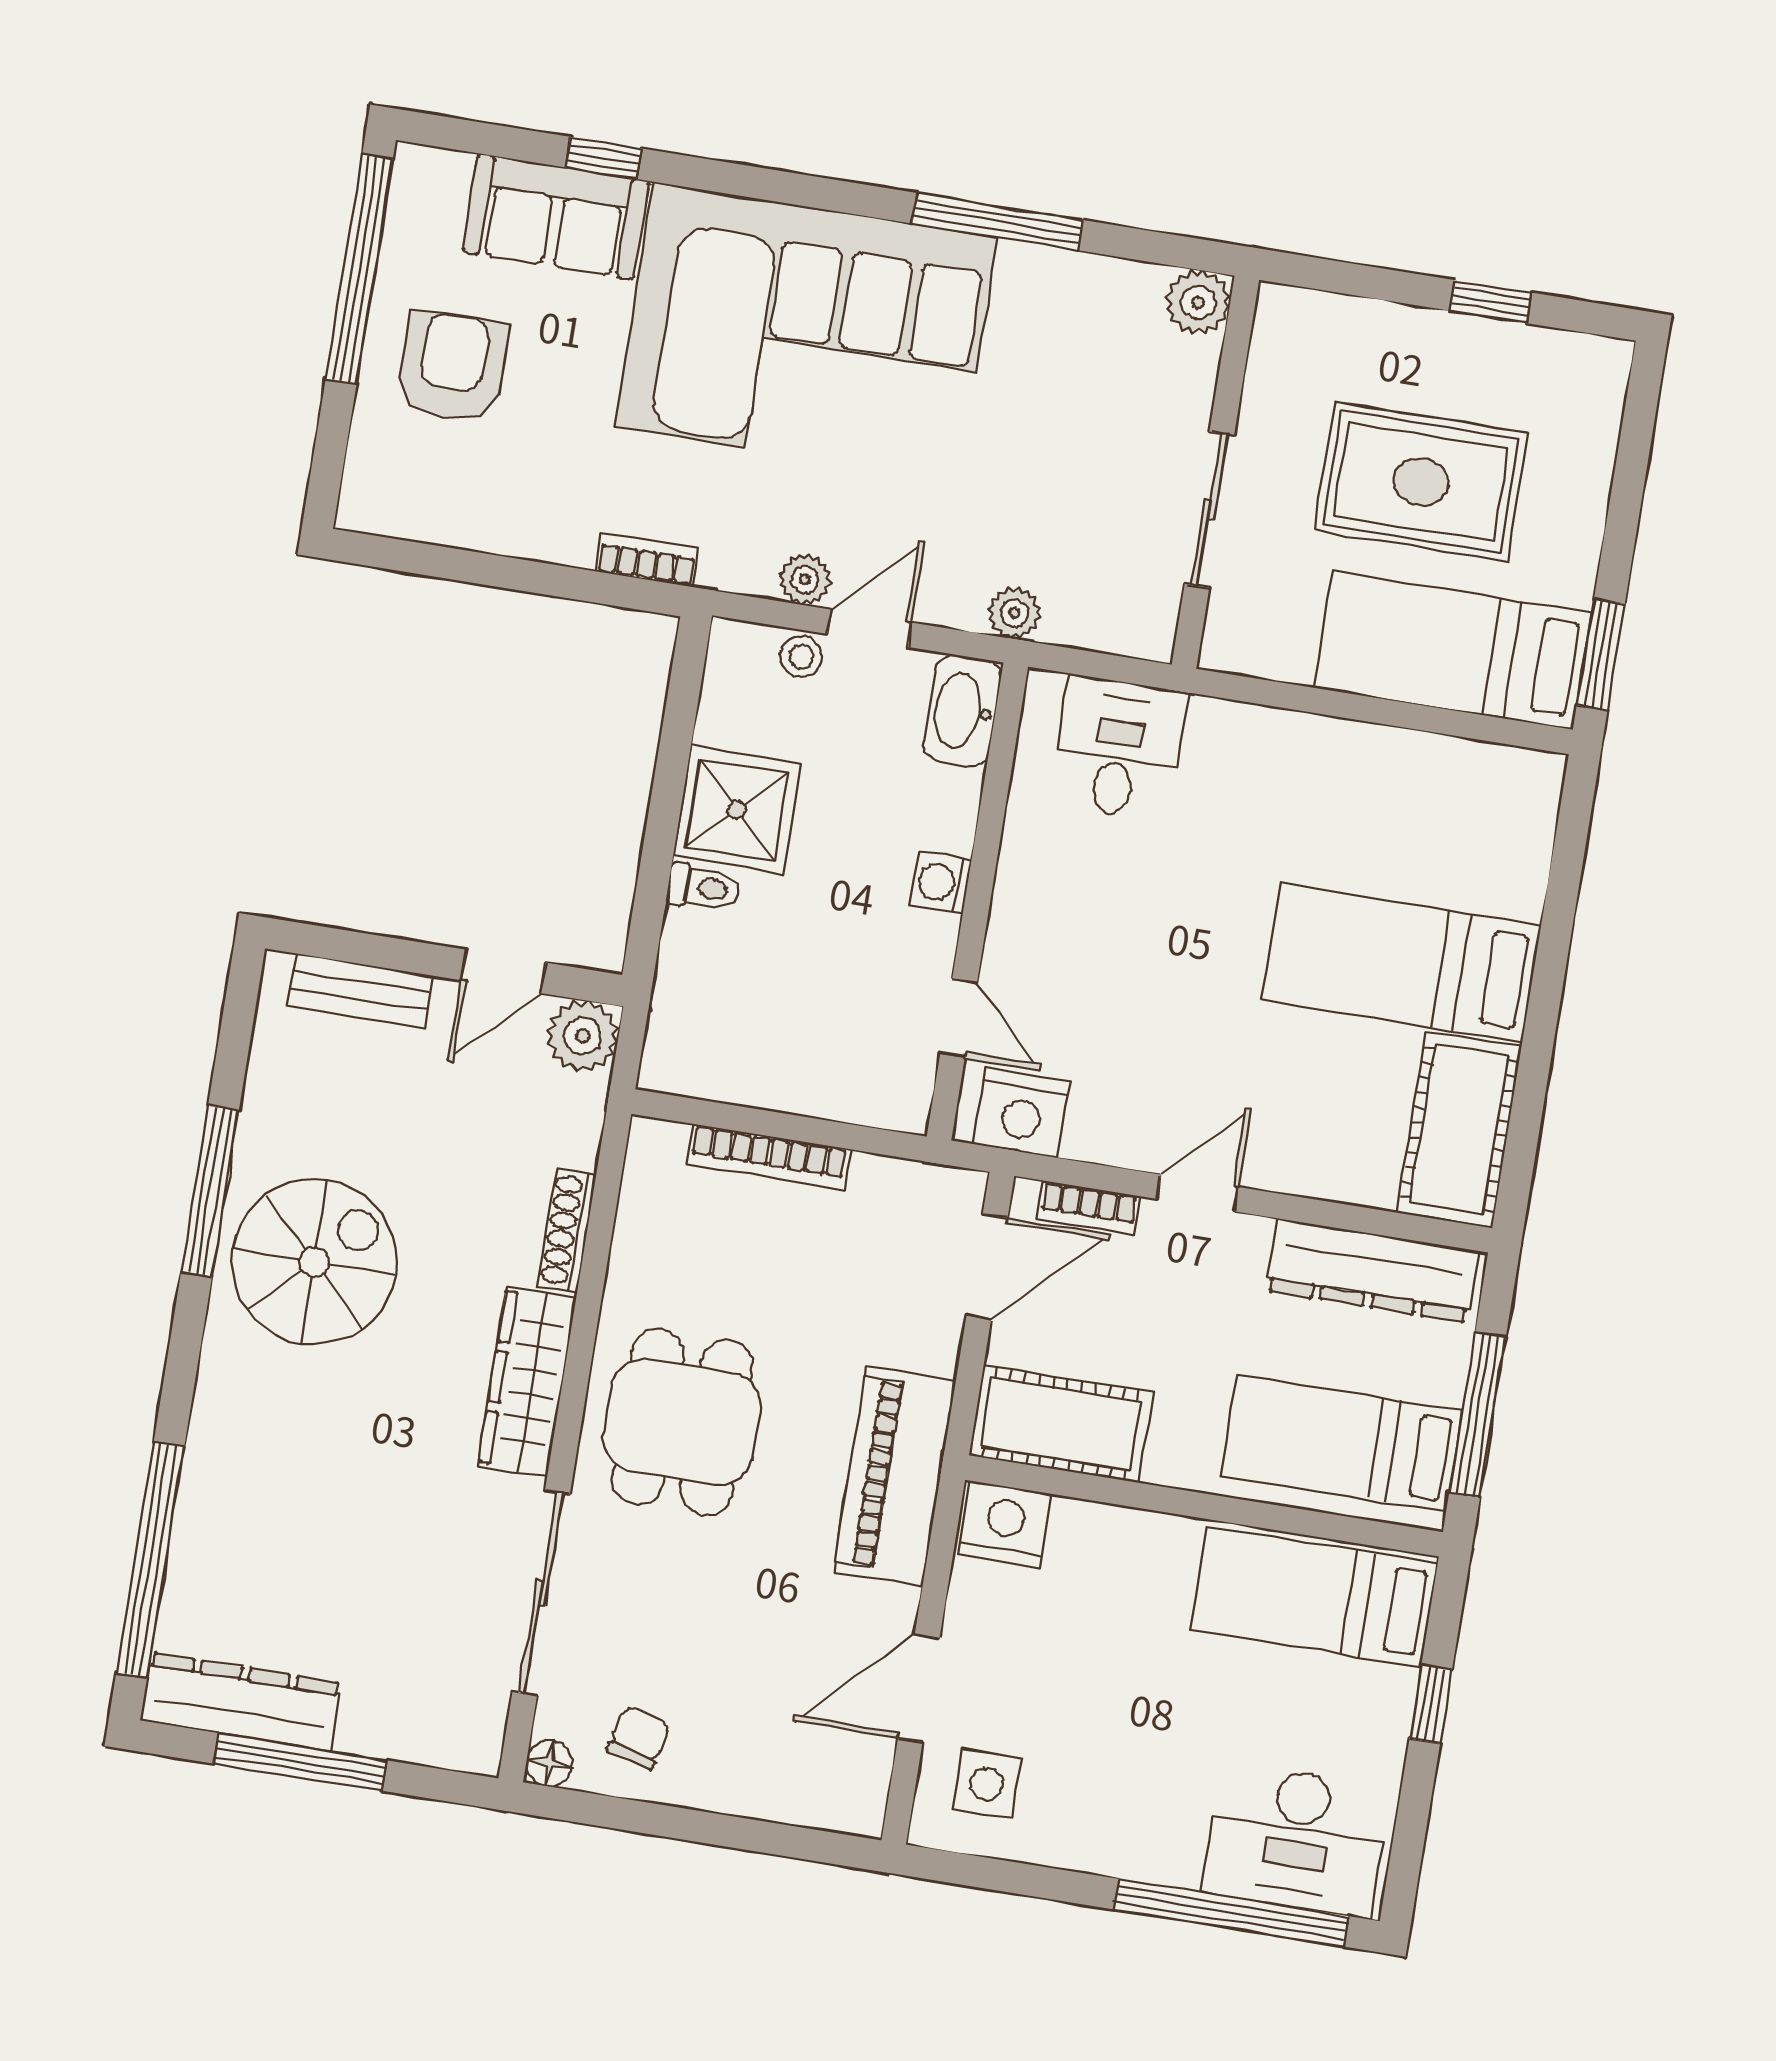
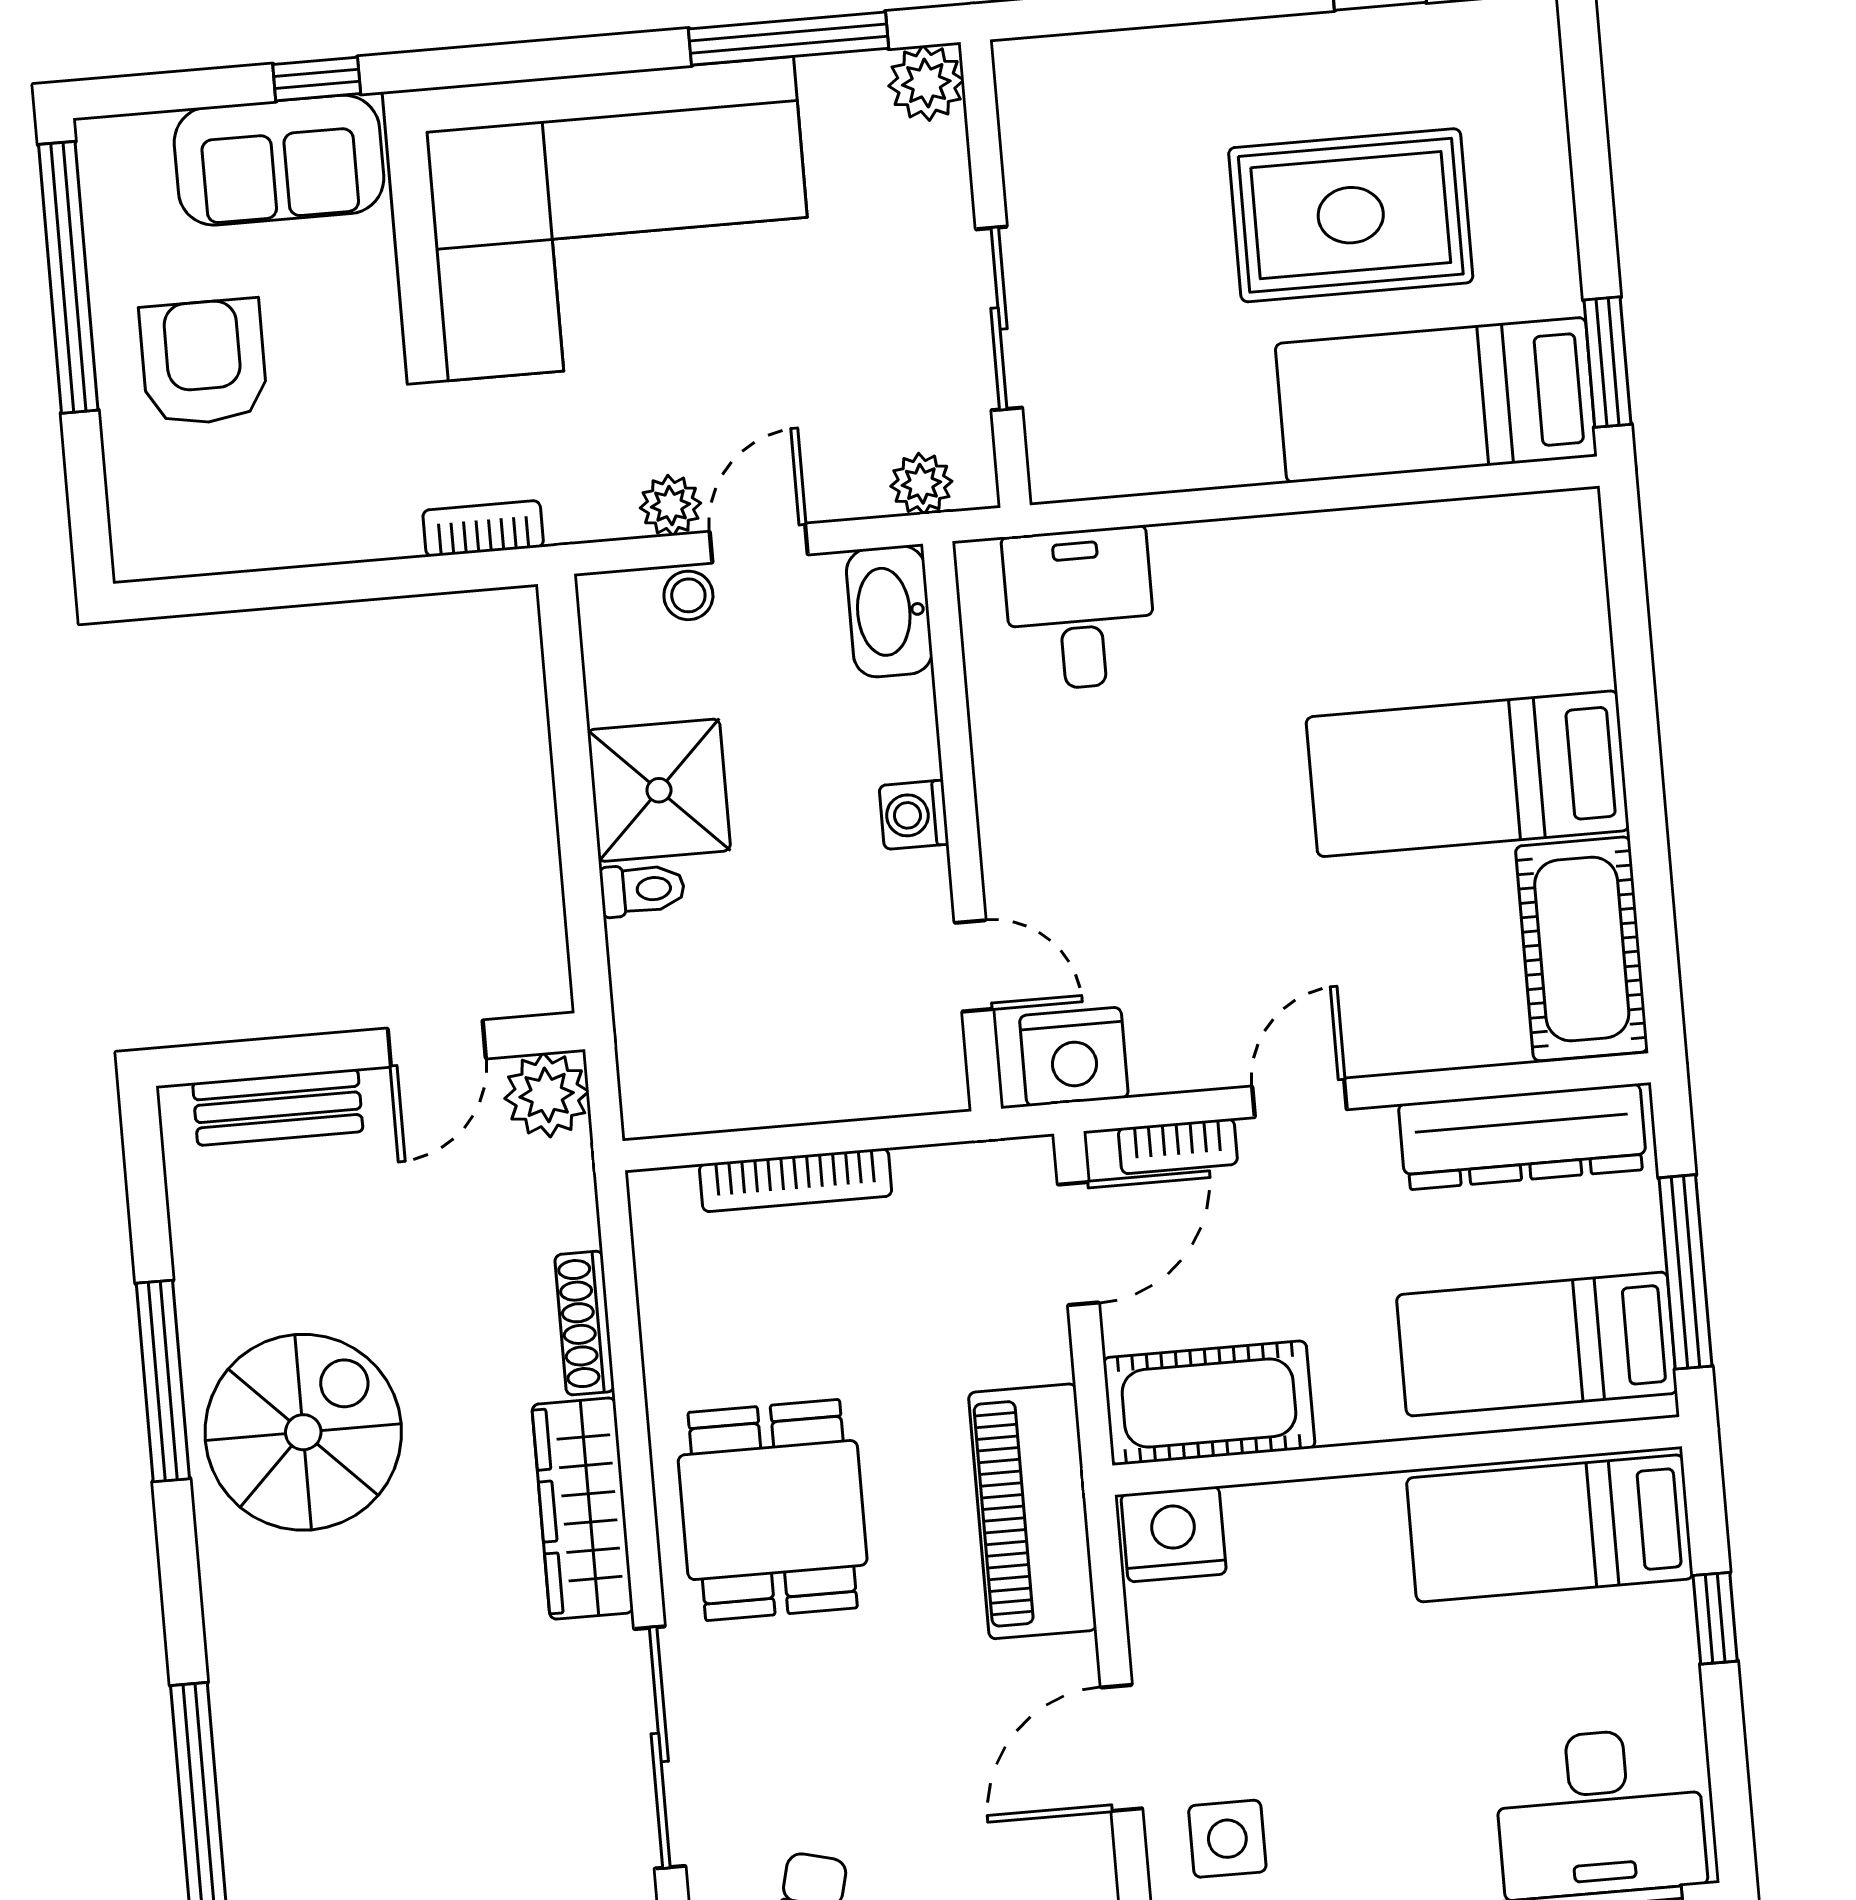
plant: (1198, 302) -> (926, 83), moved
wall: (1215, 472) -> (995, 274), moved
sliding door: (1209, 510) -> (999, 318), moved

